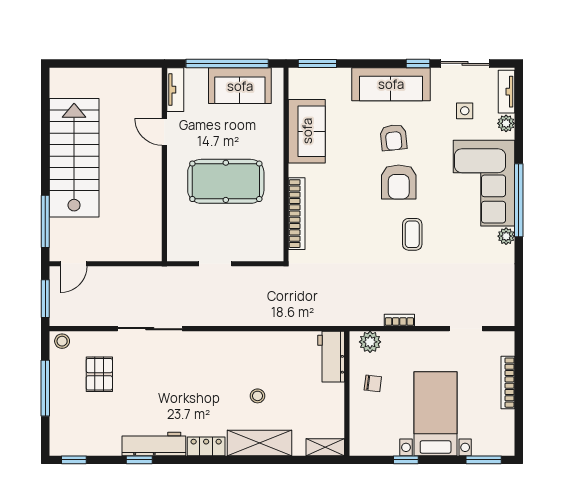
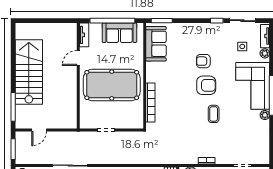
sofa: (391, 84) -> (202, 32), removed
sofa: (307, 131) -> (156, 44), moved
door: (164, 132) -> (78, 58), hinge flipped
armchair: (393, 137) -> (203, 61), turned 96
pool table: (226, 181) -> (112, 85), width x1.36, depth x1.32
armchair: (399, 182) -> (206, 85), turned -90
door: (74, 264) -> (39, 130), moved

